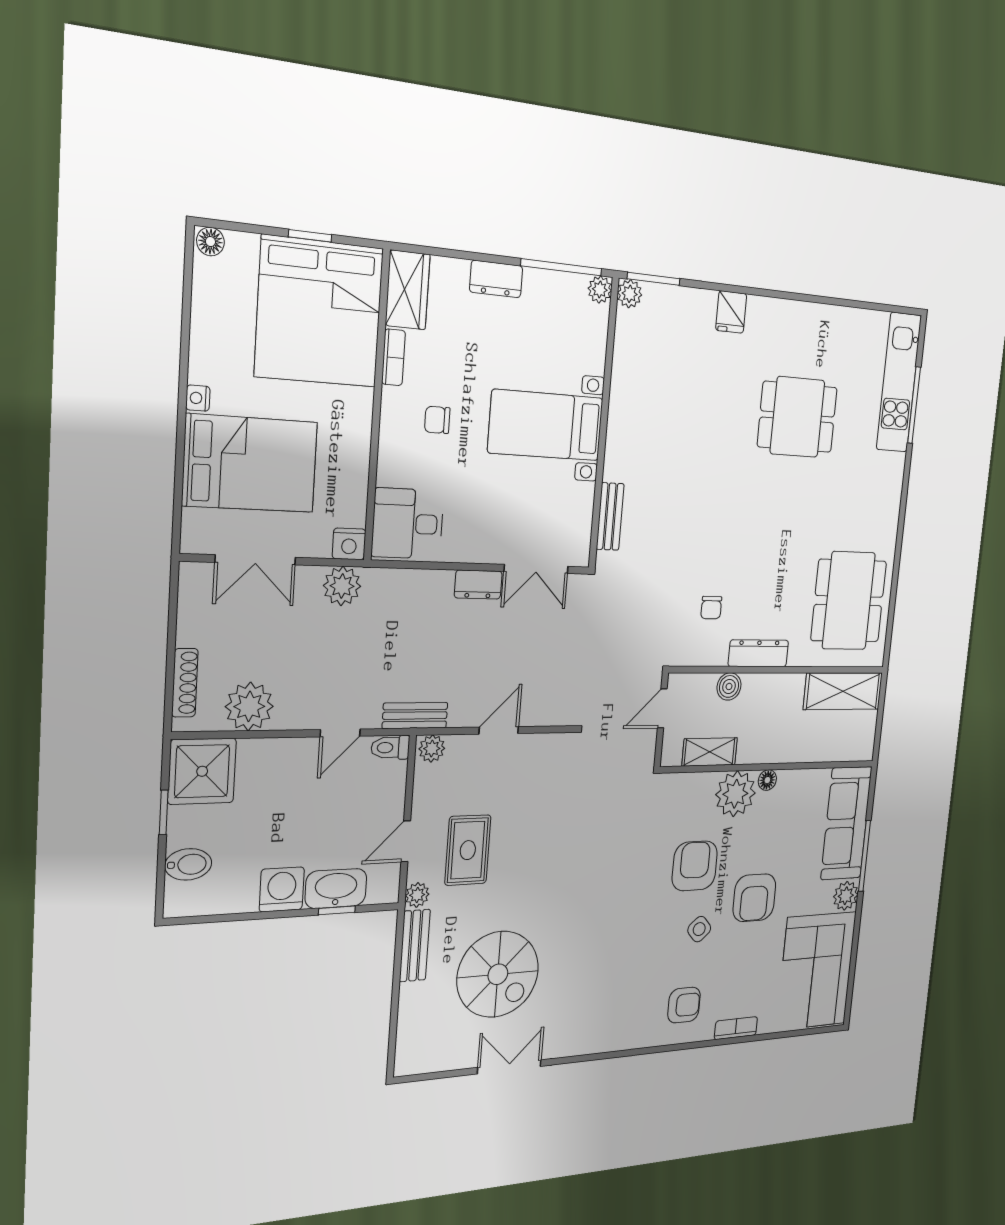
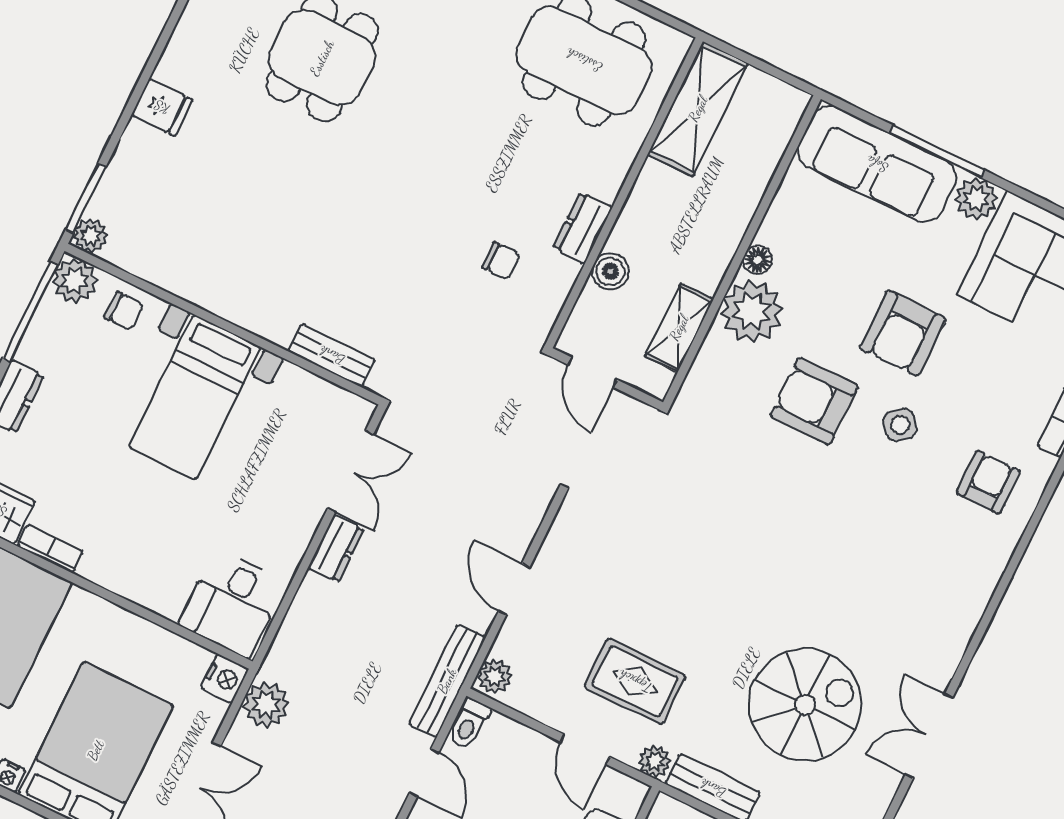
plant: (600, 289) -> (75, 281), width x1.38, depth x1.38
chair: (437, 420) -> (124, 311), moved, turned -90
dresser: (758, 653) -> (583, 228), width x0.70
bench: (415, 715) -> (447, 681), width x1.36
armchair: (754, 898) -> (903, 333), turned 90

